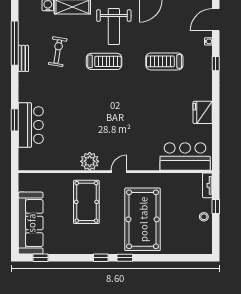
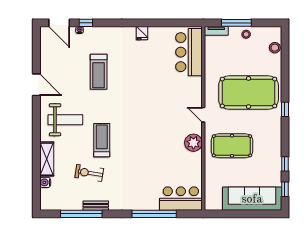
treadmill: (104, 61) -> (102, 140), moved
window: (216, 64) -> (86, 23), moved
fridge: (203, 112) -> (142, 33), width x0.53, depth x0.75
window: (15, 120) -> (154, 214), width x2.11
bar counter: (31, 125) -> (181, 199), moved
window: (216, 207) -> (236, 23), width x2.17
stool: (190, 247) -> (275, 48), added
window: (101, 258) -> (285, 164), moved

